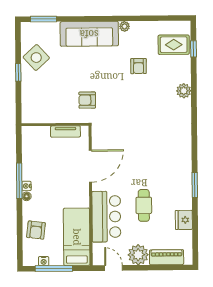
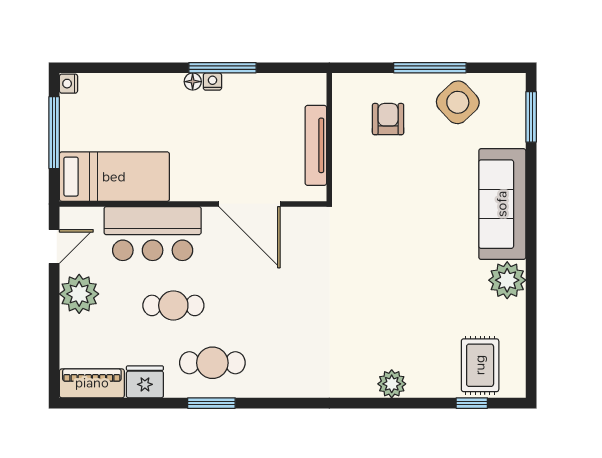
plant: (124, 26) -> (507, 280), width x1.88, depth x1.88
armchair: (139, 66) -> (440, 298), removed
window: (18, 72) -> (430, 68), width x2.17
armchair: (87, 100) -> (388, 119), moved
tv unit: (65, 132) -> (316, 145), width x1.41
cafe table: (174, 185) -> (212, 363), added
armchair: (36, 230) -> (128, 99), removed
piano: (167, 257) -> (92, 383), moved, turned -90
nightstand: (44, 261) -> (69, 84), moved

